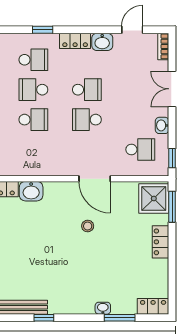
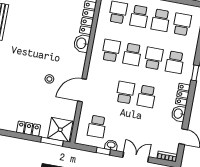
school desk: (33, 150) -> (111, 50), added
window: (172, 158) -> (103, 151), moved

